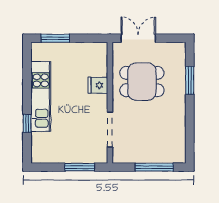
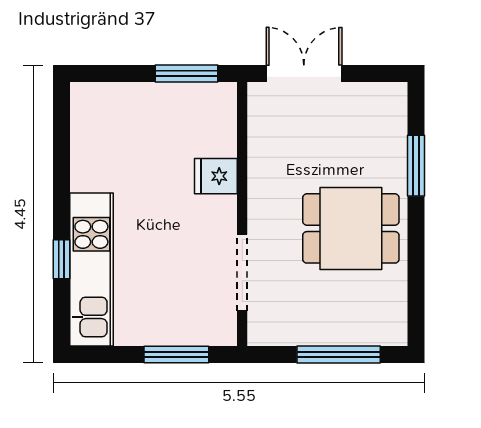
window: (55, 38) -> (187, 74), moved
dining table: (142, 82) -> (351, 228), moved
kitchen unit: (41, 97) -> (91, 269), moved

